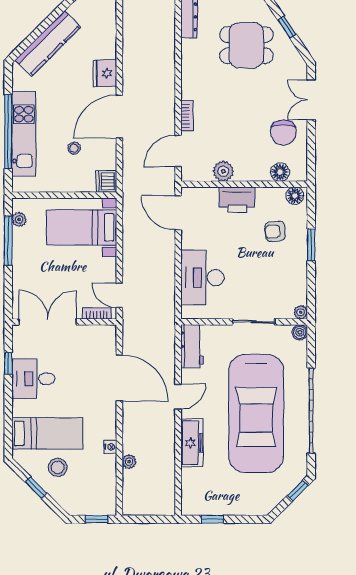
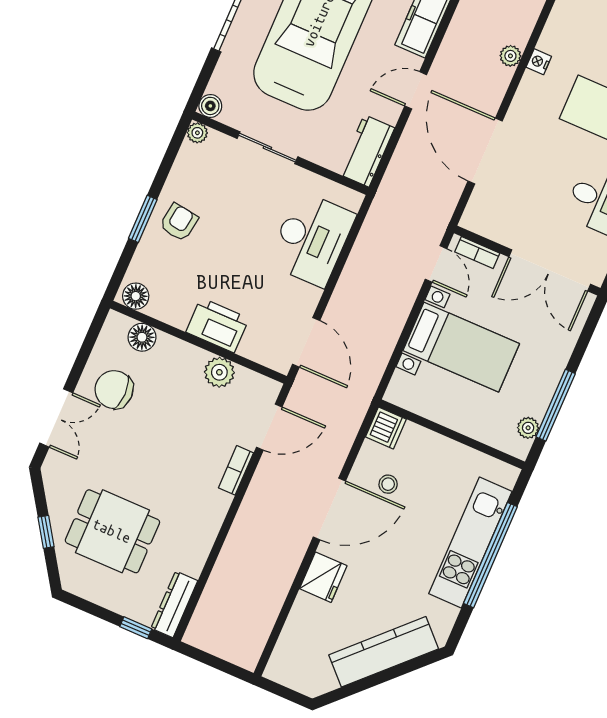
chair: (283, 133) -> (114, 390), turned -90
stool: (74, 148) -> (388, 484), moved
bed with nightstands: (82, 227) -> (461, 347), moved
armchair: (275, 231) -> (179, 222), moved, turned -77
plant: (129, 462) -> (510, 56), moved

